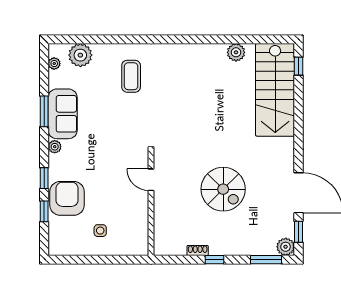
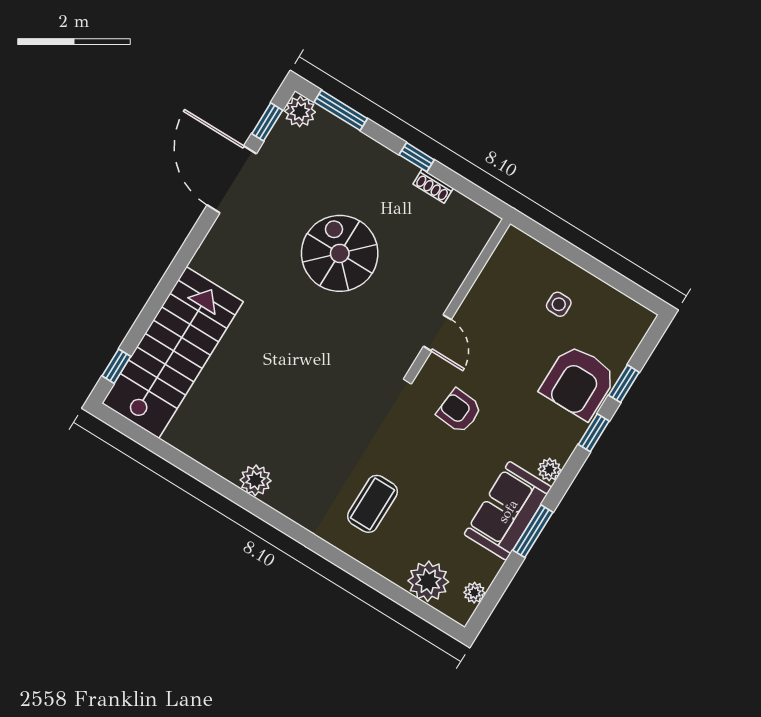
plant: (236, 52) -> (256, 480), moved
armchair: (117, 148) -> (459, 411), added

